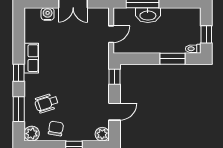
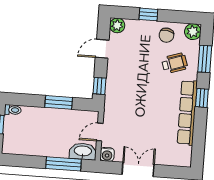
water cooler: (48, 14) -> (107, 154), moved
washbasin: (148, 15) -> (83, 151), moved
row of seats: (31, 58) -> (187, 113), width x2.02
window: (173, 59) -> (59, 102), moved

